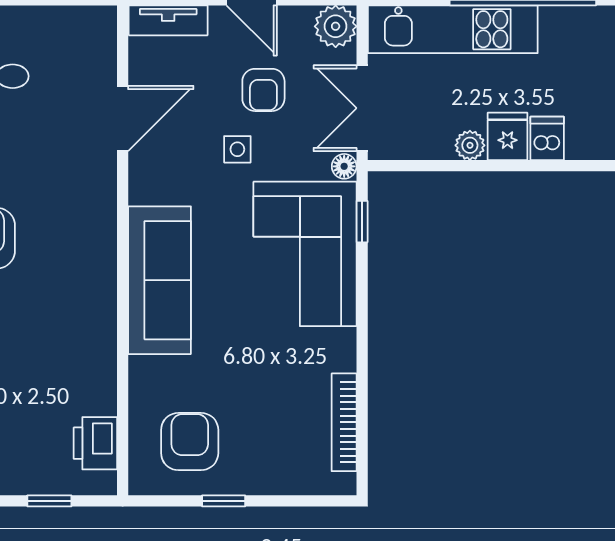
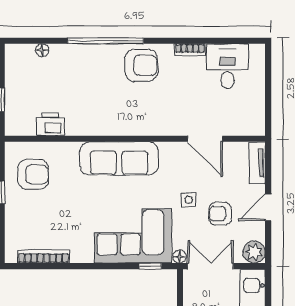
printer: (95, 443) -> (50, 124), moved

